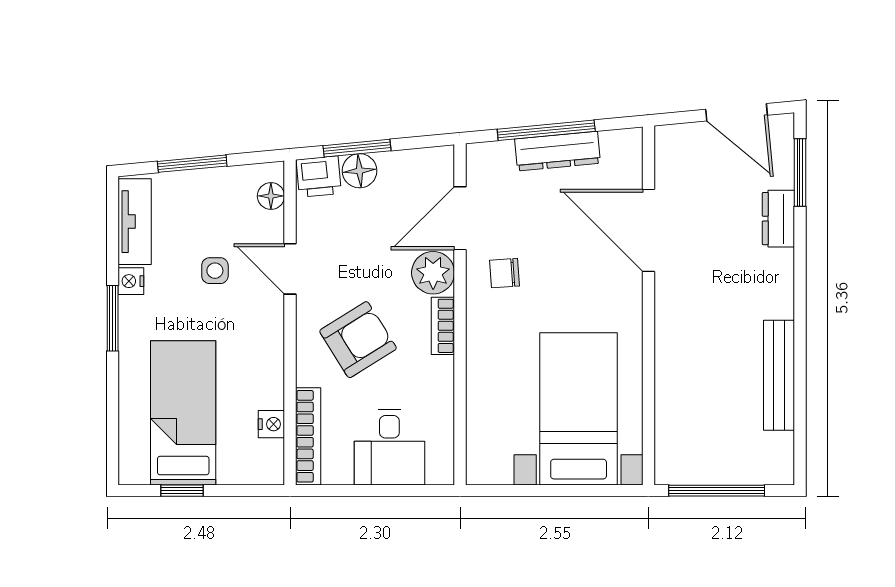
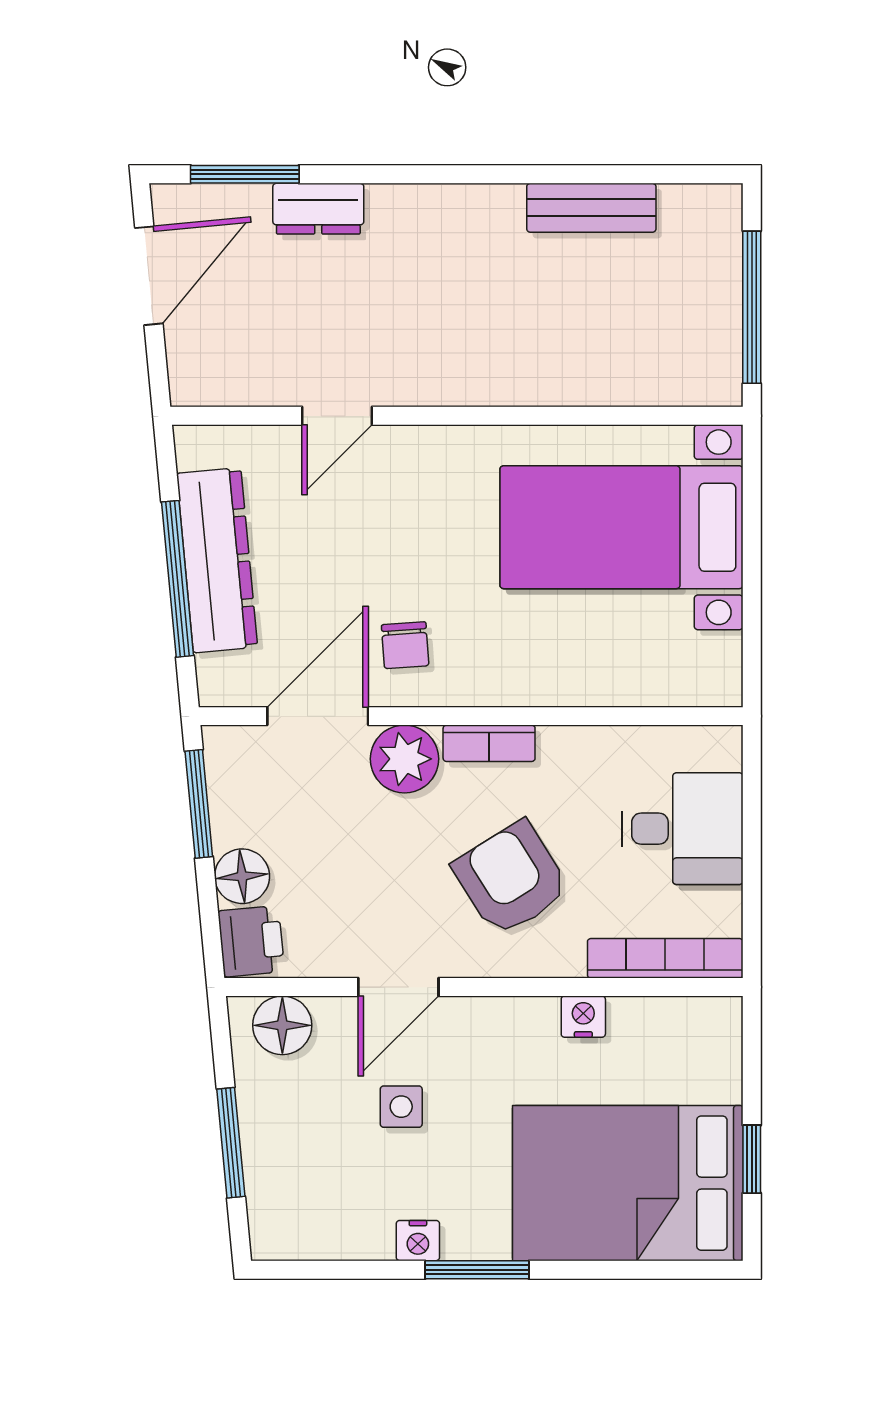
window: (357, 148) -> (199, 804), moved
dresser: (557, 151) -> (217, 560), width x1.37, depth x1.24
floor lamp: (271, 196) -> (282, 1025), width x1.37, depth x1.37
door: (460, 218) -> (318, 716), swing flipped
tv unit: (135, 222) -> (323, 1235), removed
door: (648, 230) -> (337, 416), width x0.53
bench: (779, 375) -> (591, 208), width x0.73
bed: (183, 413) -> (628, 1183), width x1.50
nightstand: (271, 424) -> (583, 1017), moved

